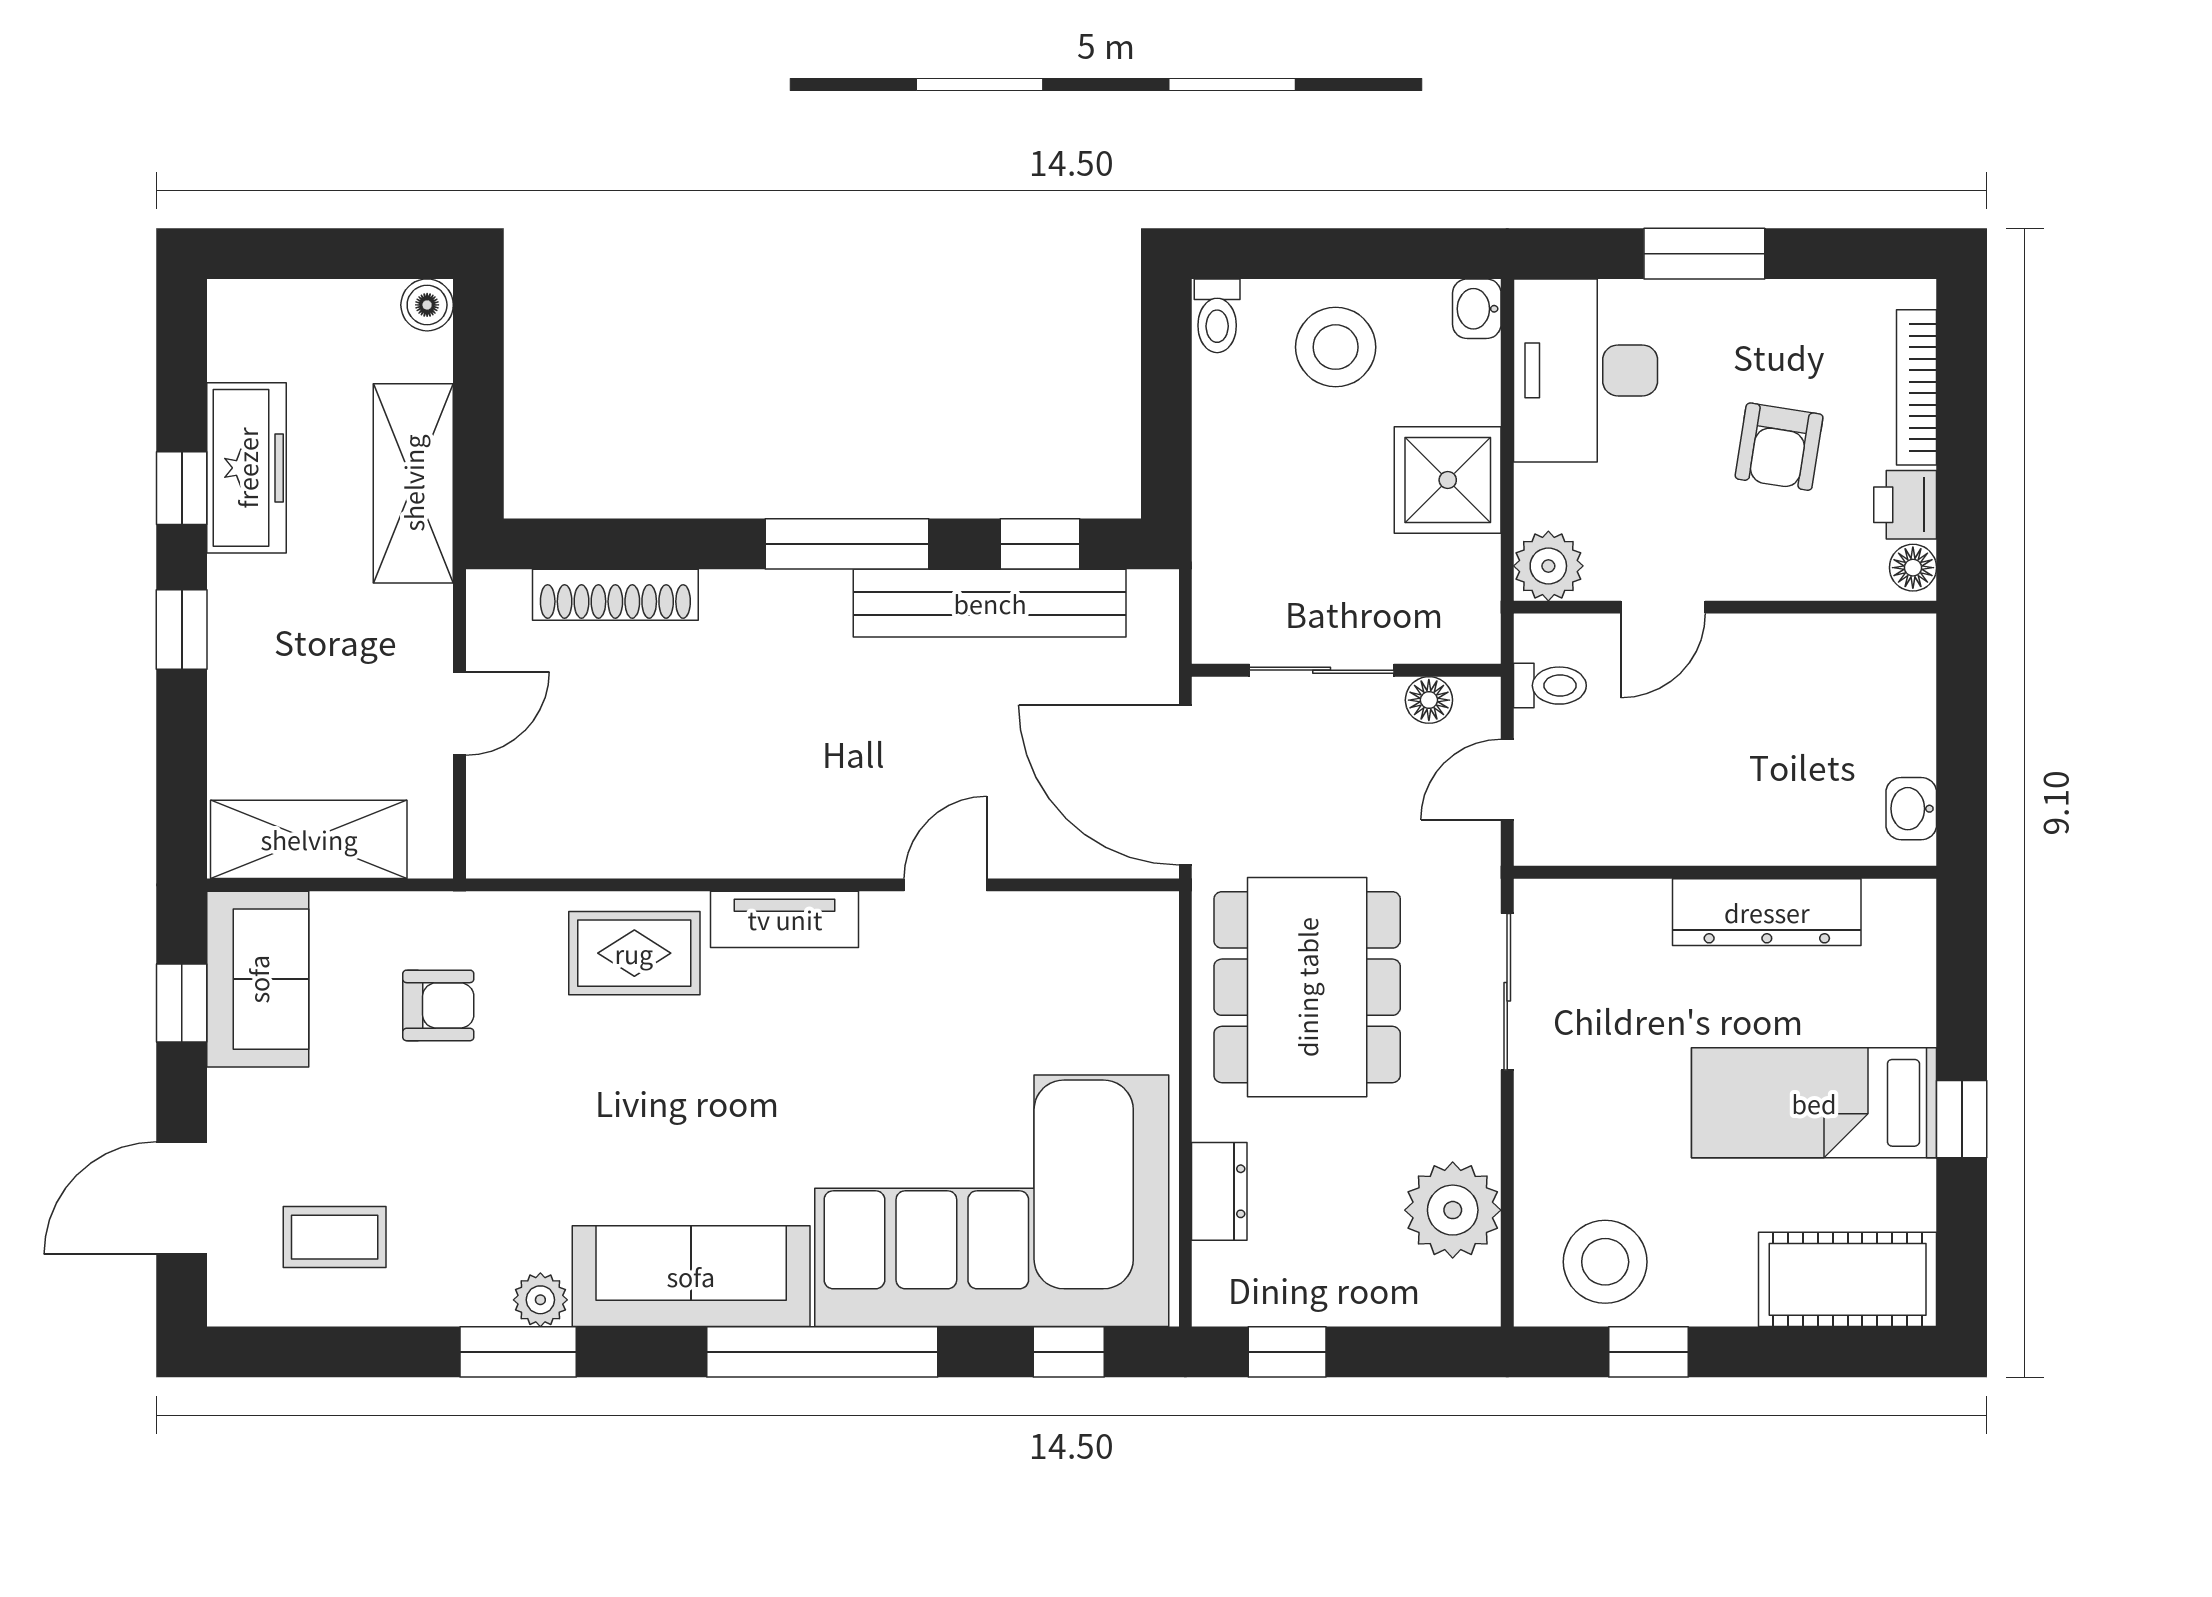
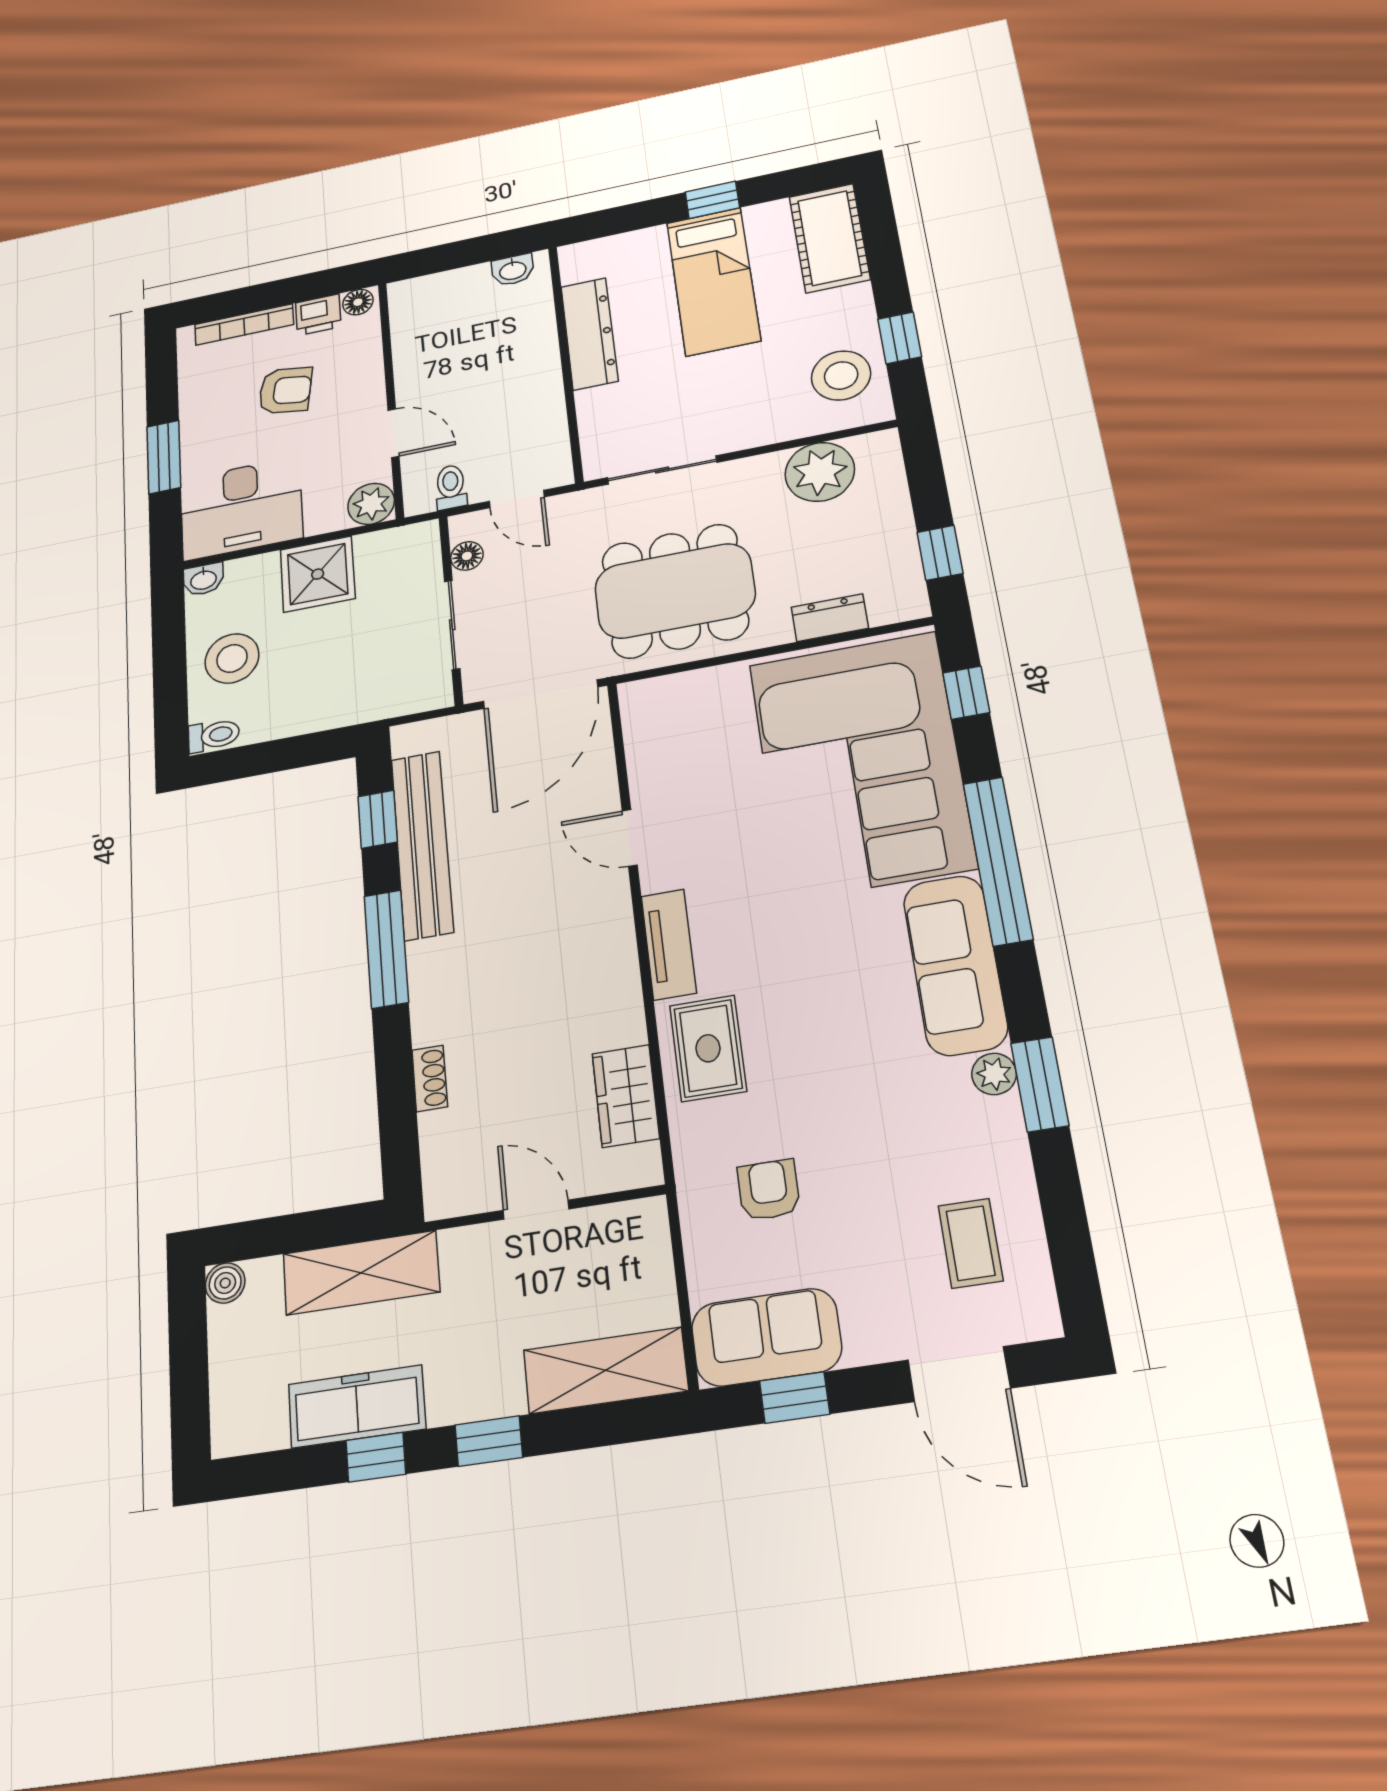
shoe rack: (615, 595) -> (430, 1078), width x0.51, depth x0.81
shelving: (309, 839) -> (605, 1370), moved, turned 90
wardrobe: (589, 842) -> (626, 1096), added

